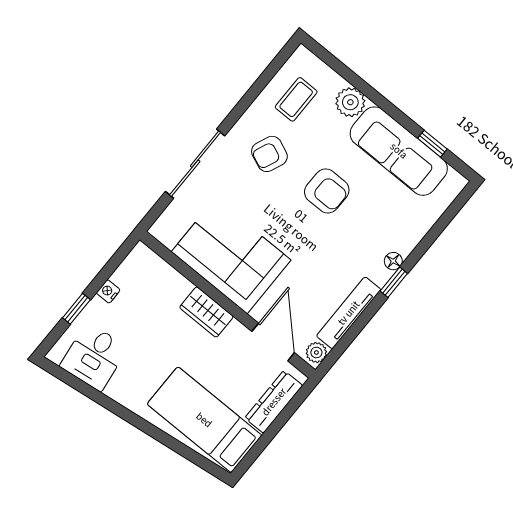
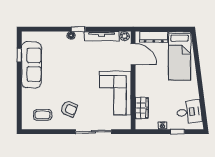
plant: (350, 102) -> (28, 95), removed
armchair: (327, 191) -> (66, 78), removed
wardrobe: (206, 312) -> (142, 108), moved
door: (273, 342) -> (133, 54), swing flipped

